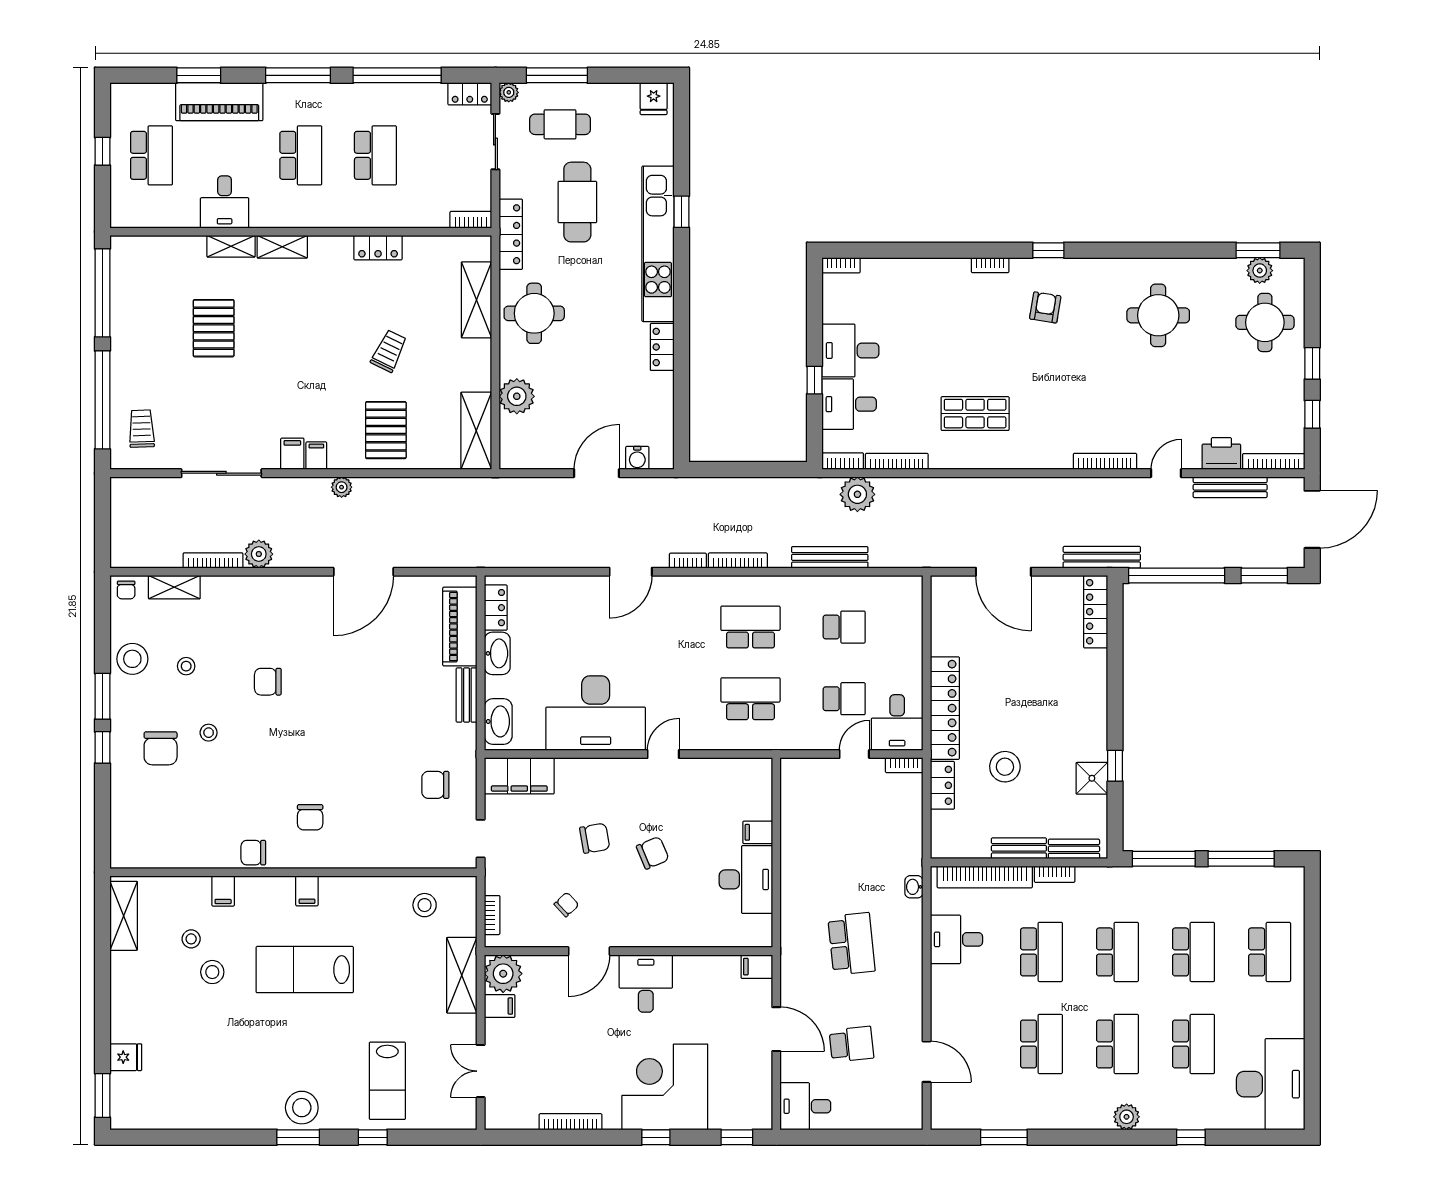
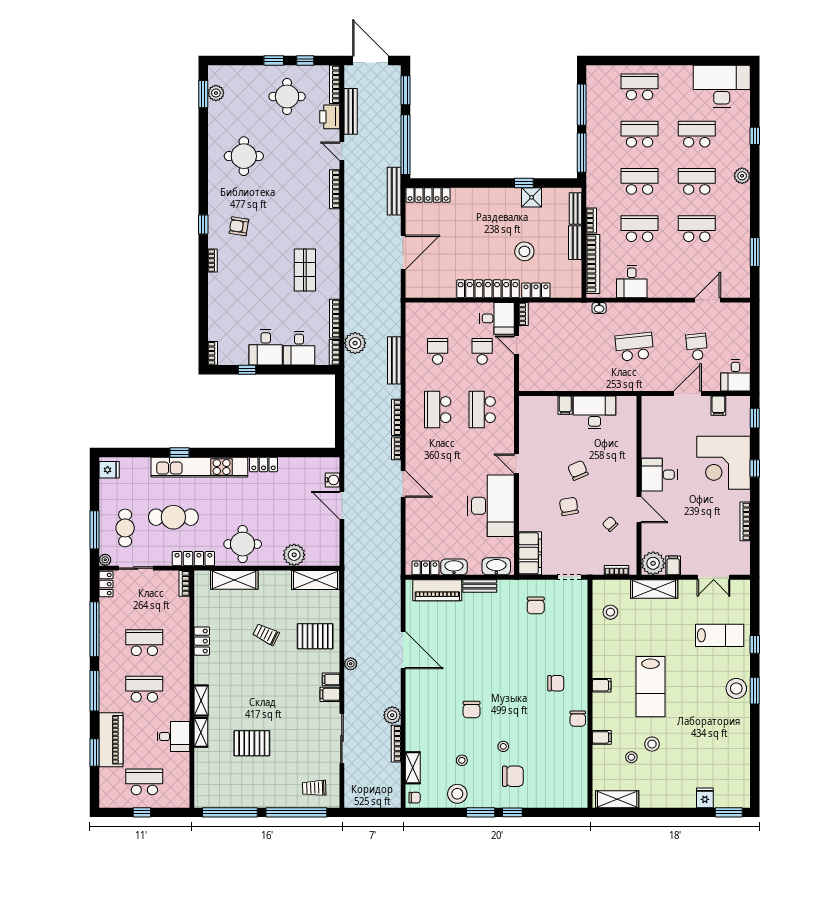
round table: (1265, 322) -> (287, 96), moved
window: (814, 380) -> (247, 370), moved
filing cabinet: (757, 967) -> (718, 406), moved

